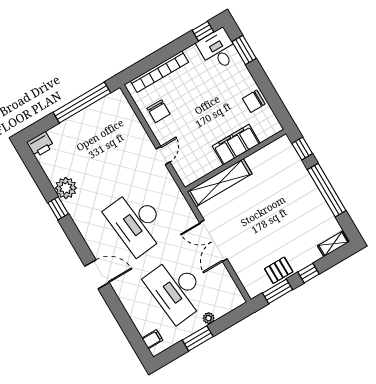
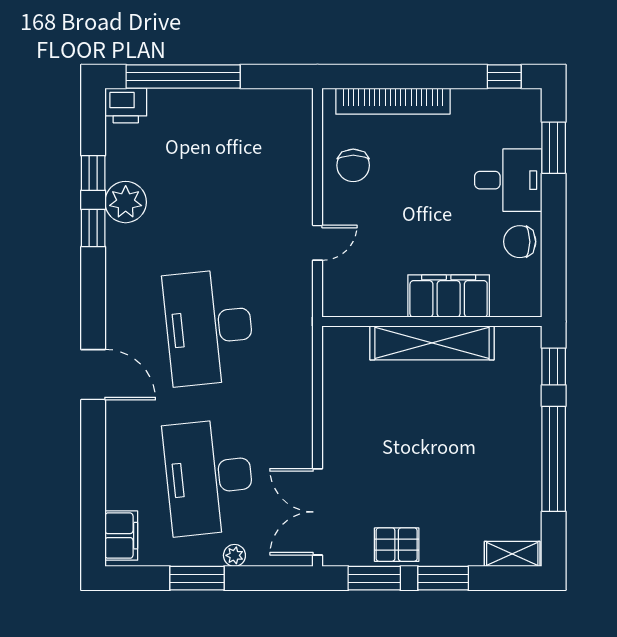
desk: (218, 50) -> (508, 180), moved, turned 90
window: (82, 102) -> (183, 77), moved
window: (44, 183) -> (93, 173), added
shelving: (220, 183) -> (432, 343), moved
double door: (213, 241) -> (318, 512), moved
window: (308, 273) -> (443, 578), width x1.50
filing cabinet: (152, 339) -> (121, 536), width x2.00

